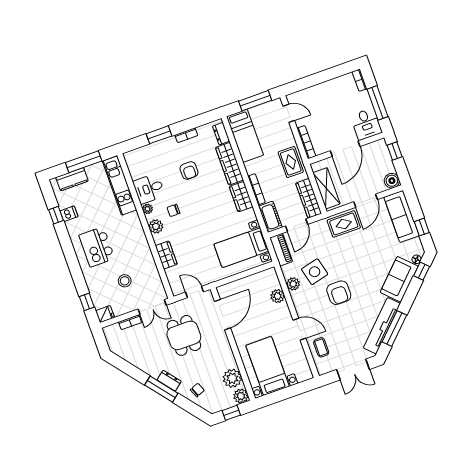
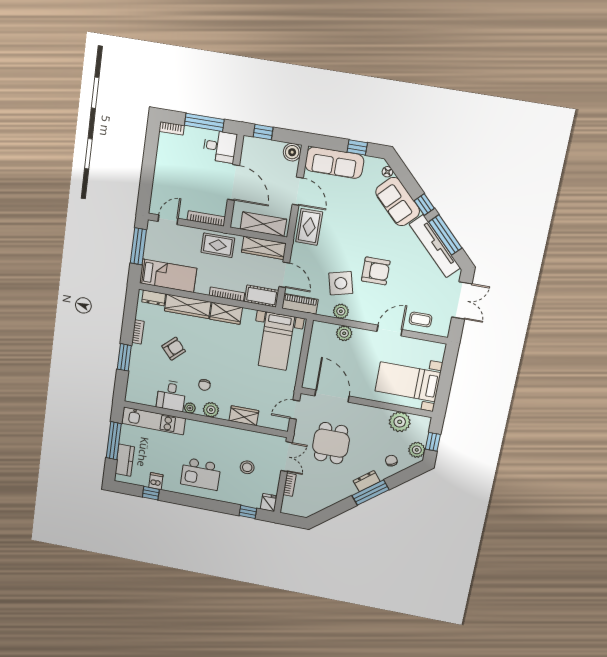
armchair: (189, 171) -> (174, 349), turned -42
window: (422, 271) -> (424, 205), moved
dining table: (184, 335) -> (331, 443), turned 90
plant: (241, 396) -> (417, 450), moved

